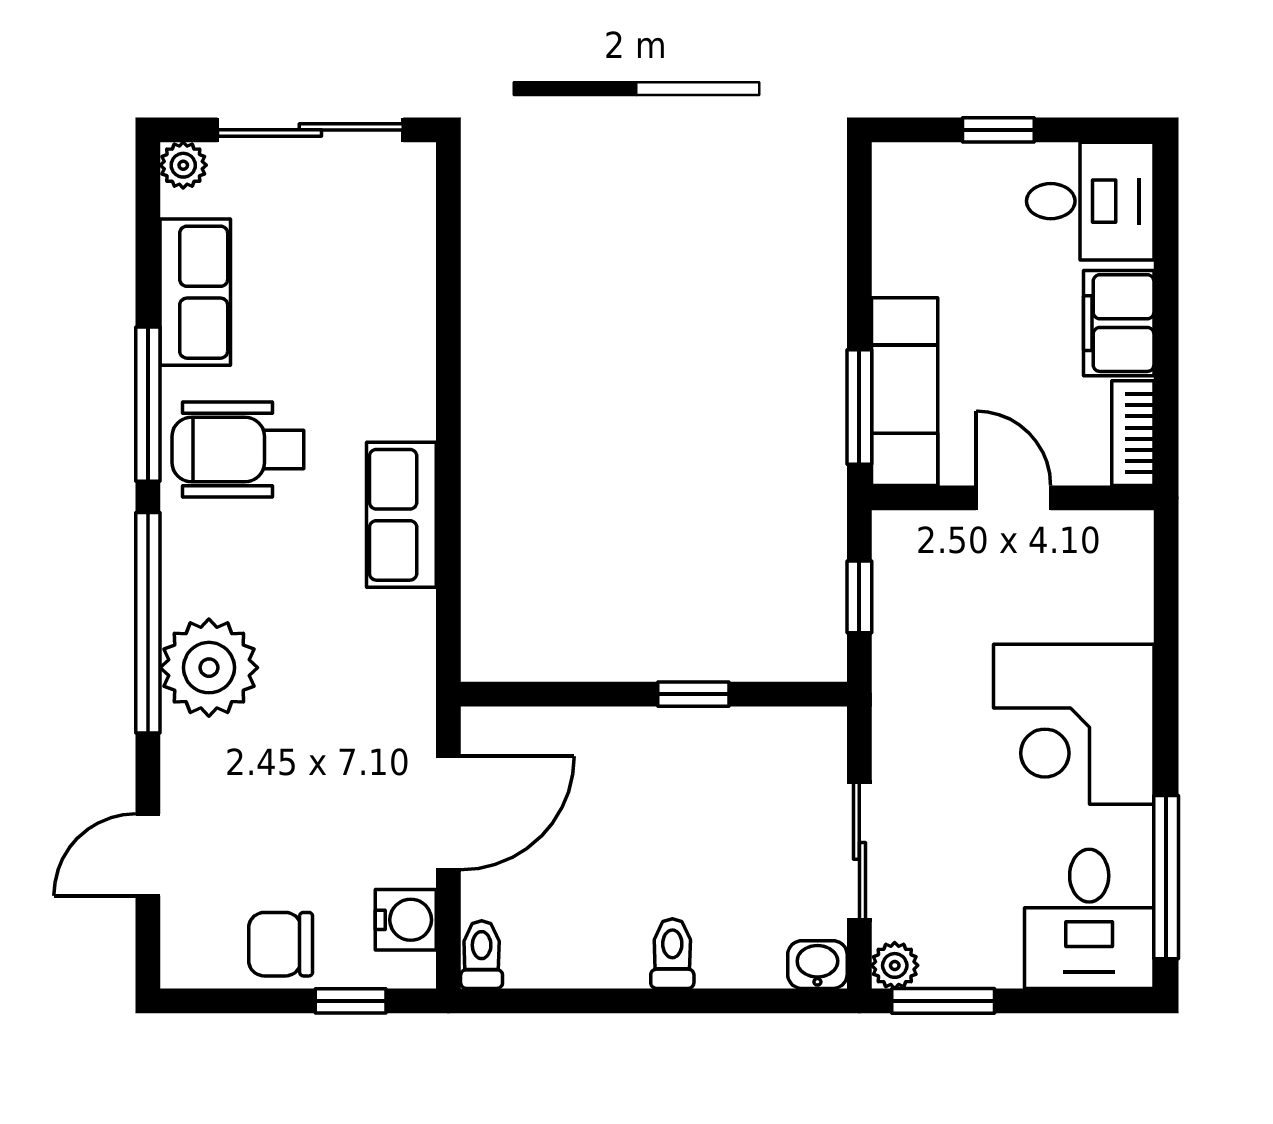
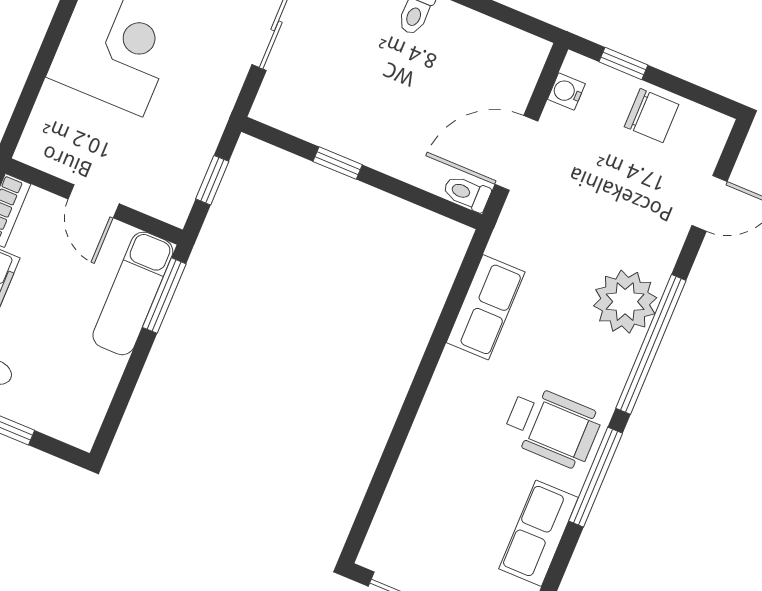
row of seats: (401, 515) -> (486, 307), moved
water cooler: (406, 920) -> (566, 91), width x0.72, depth x0.72
toilet: (482, 955) -> (467, 193), moved, turned 90

